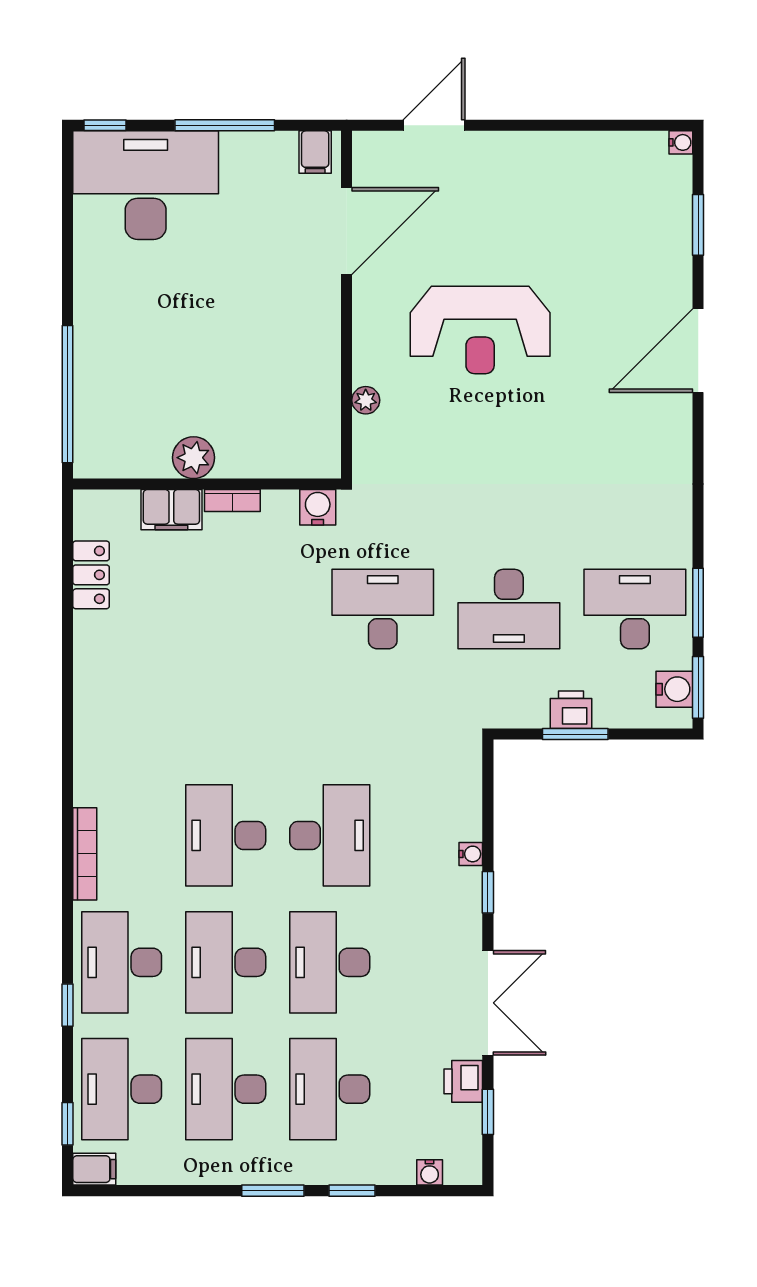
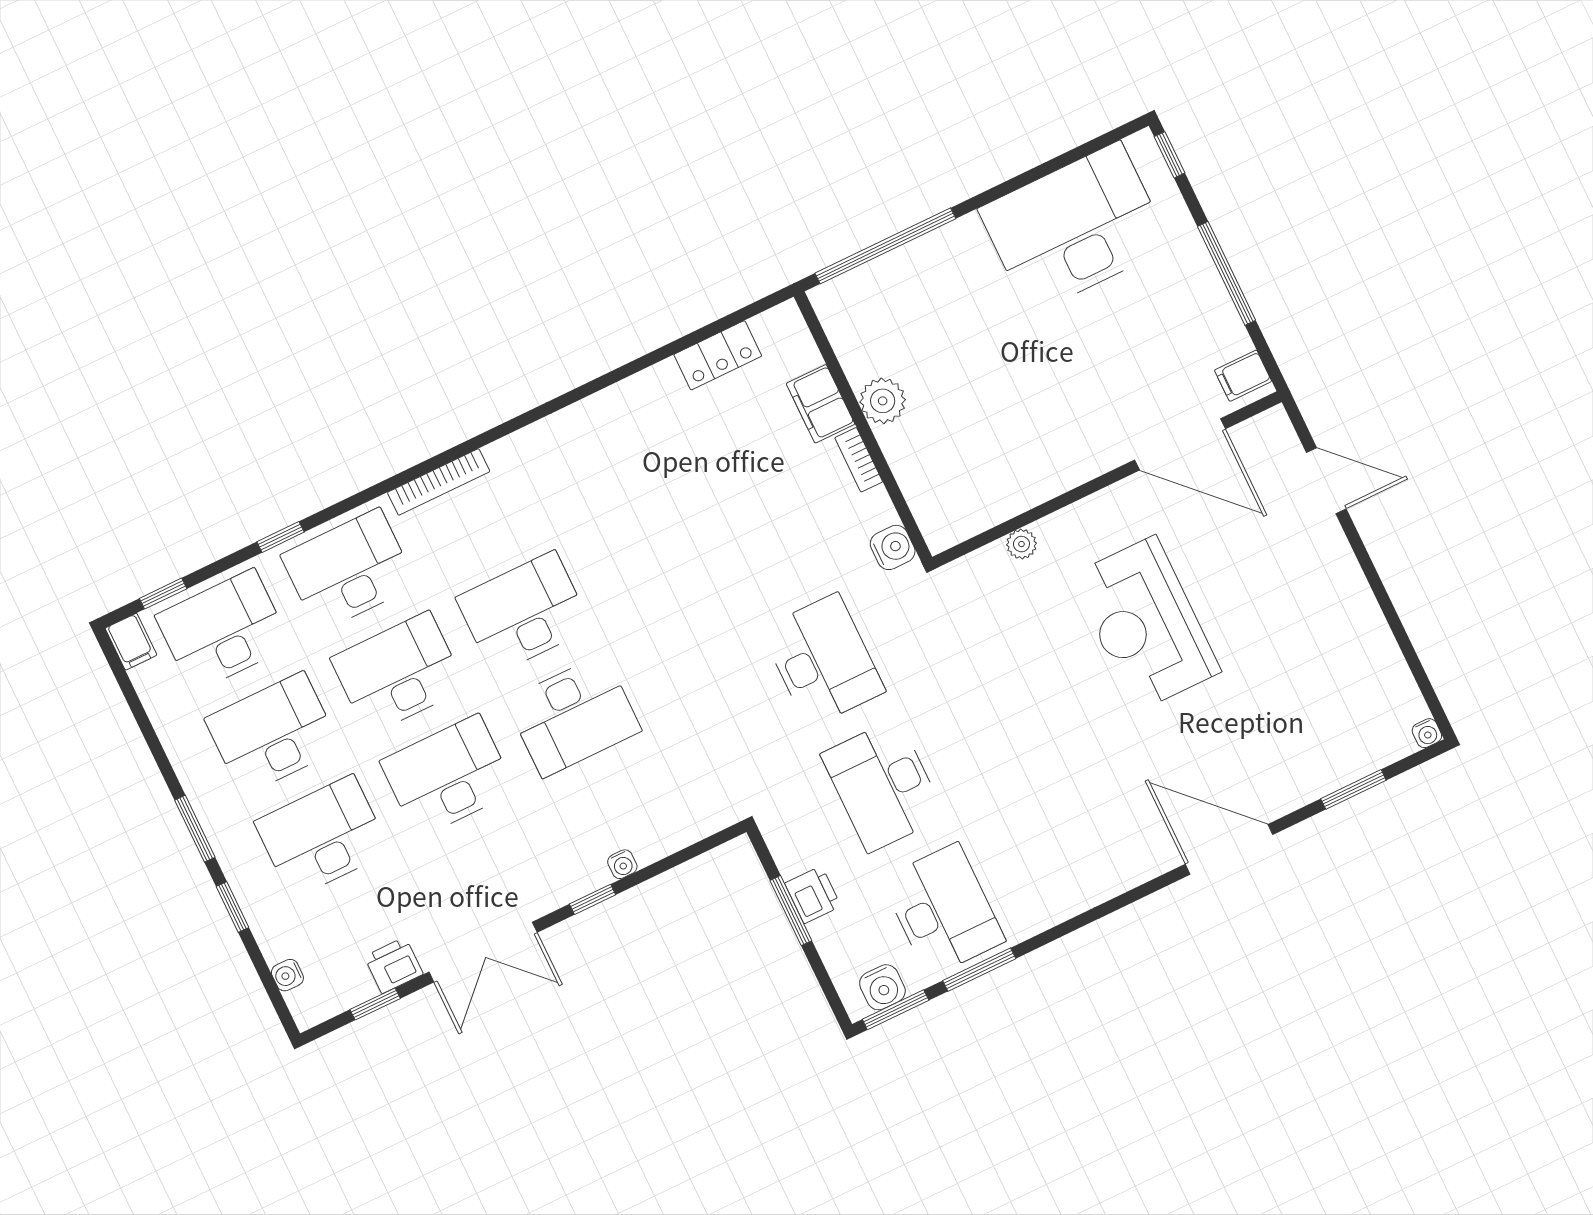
desk: (146, 185) -> (1074, 228), moved, turned -90

